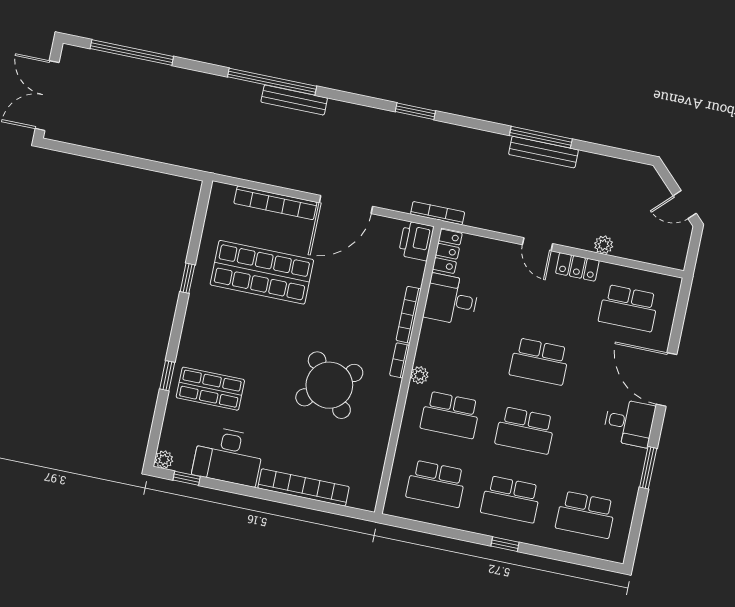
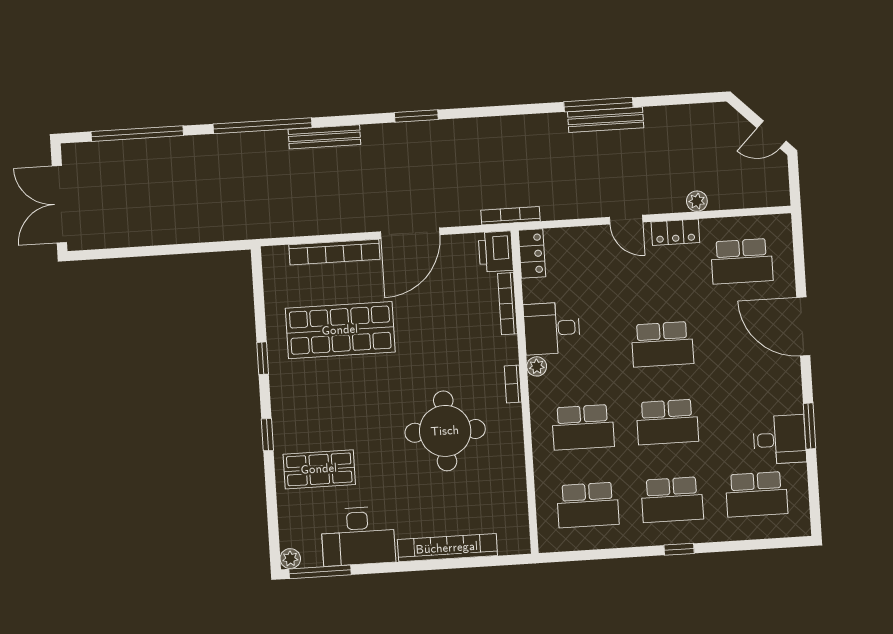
window: (272, 82) -> (262, 126), moved
window: (415, 111) -> (416, 116), moved
desk: (451, 300) -> (552, 328), moved
bookcase: (409, 315) -> (507, 304), moved
plant: (419, 375) -> (537, 366), moved
window: (167, 376) -> (267, 435), moved
round table: (329, 385) -> (445, 431), turned 38
desk: (629, 423) -> (780, 440), moved
window: (187, 478) -> (320, 572), width x2.17

